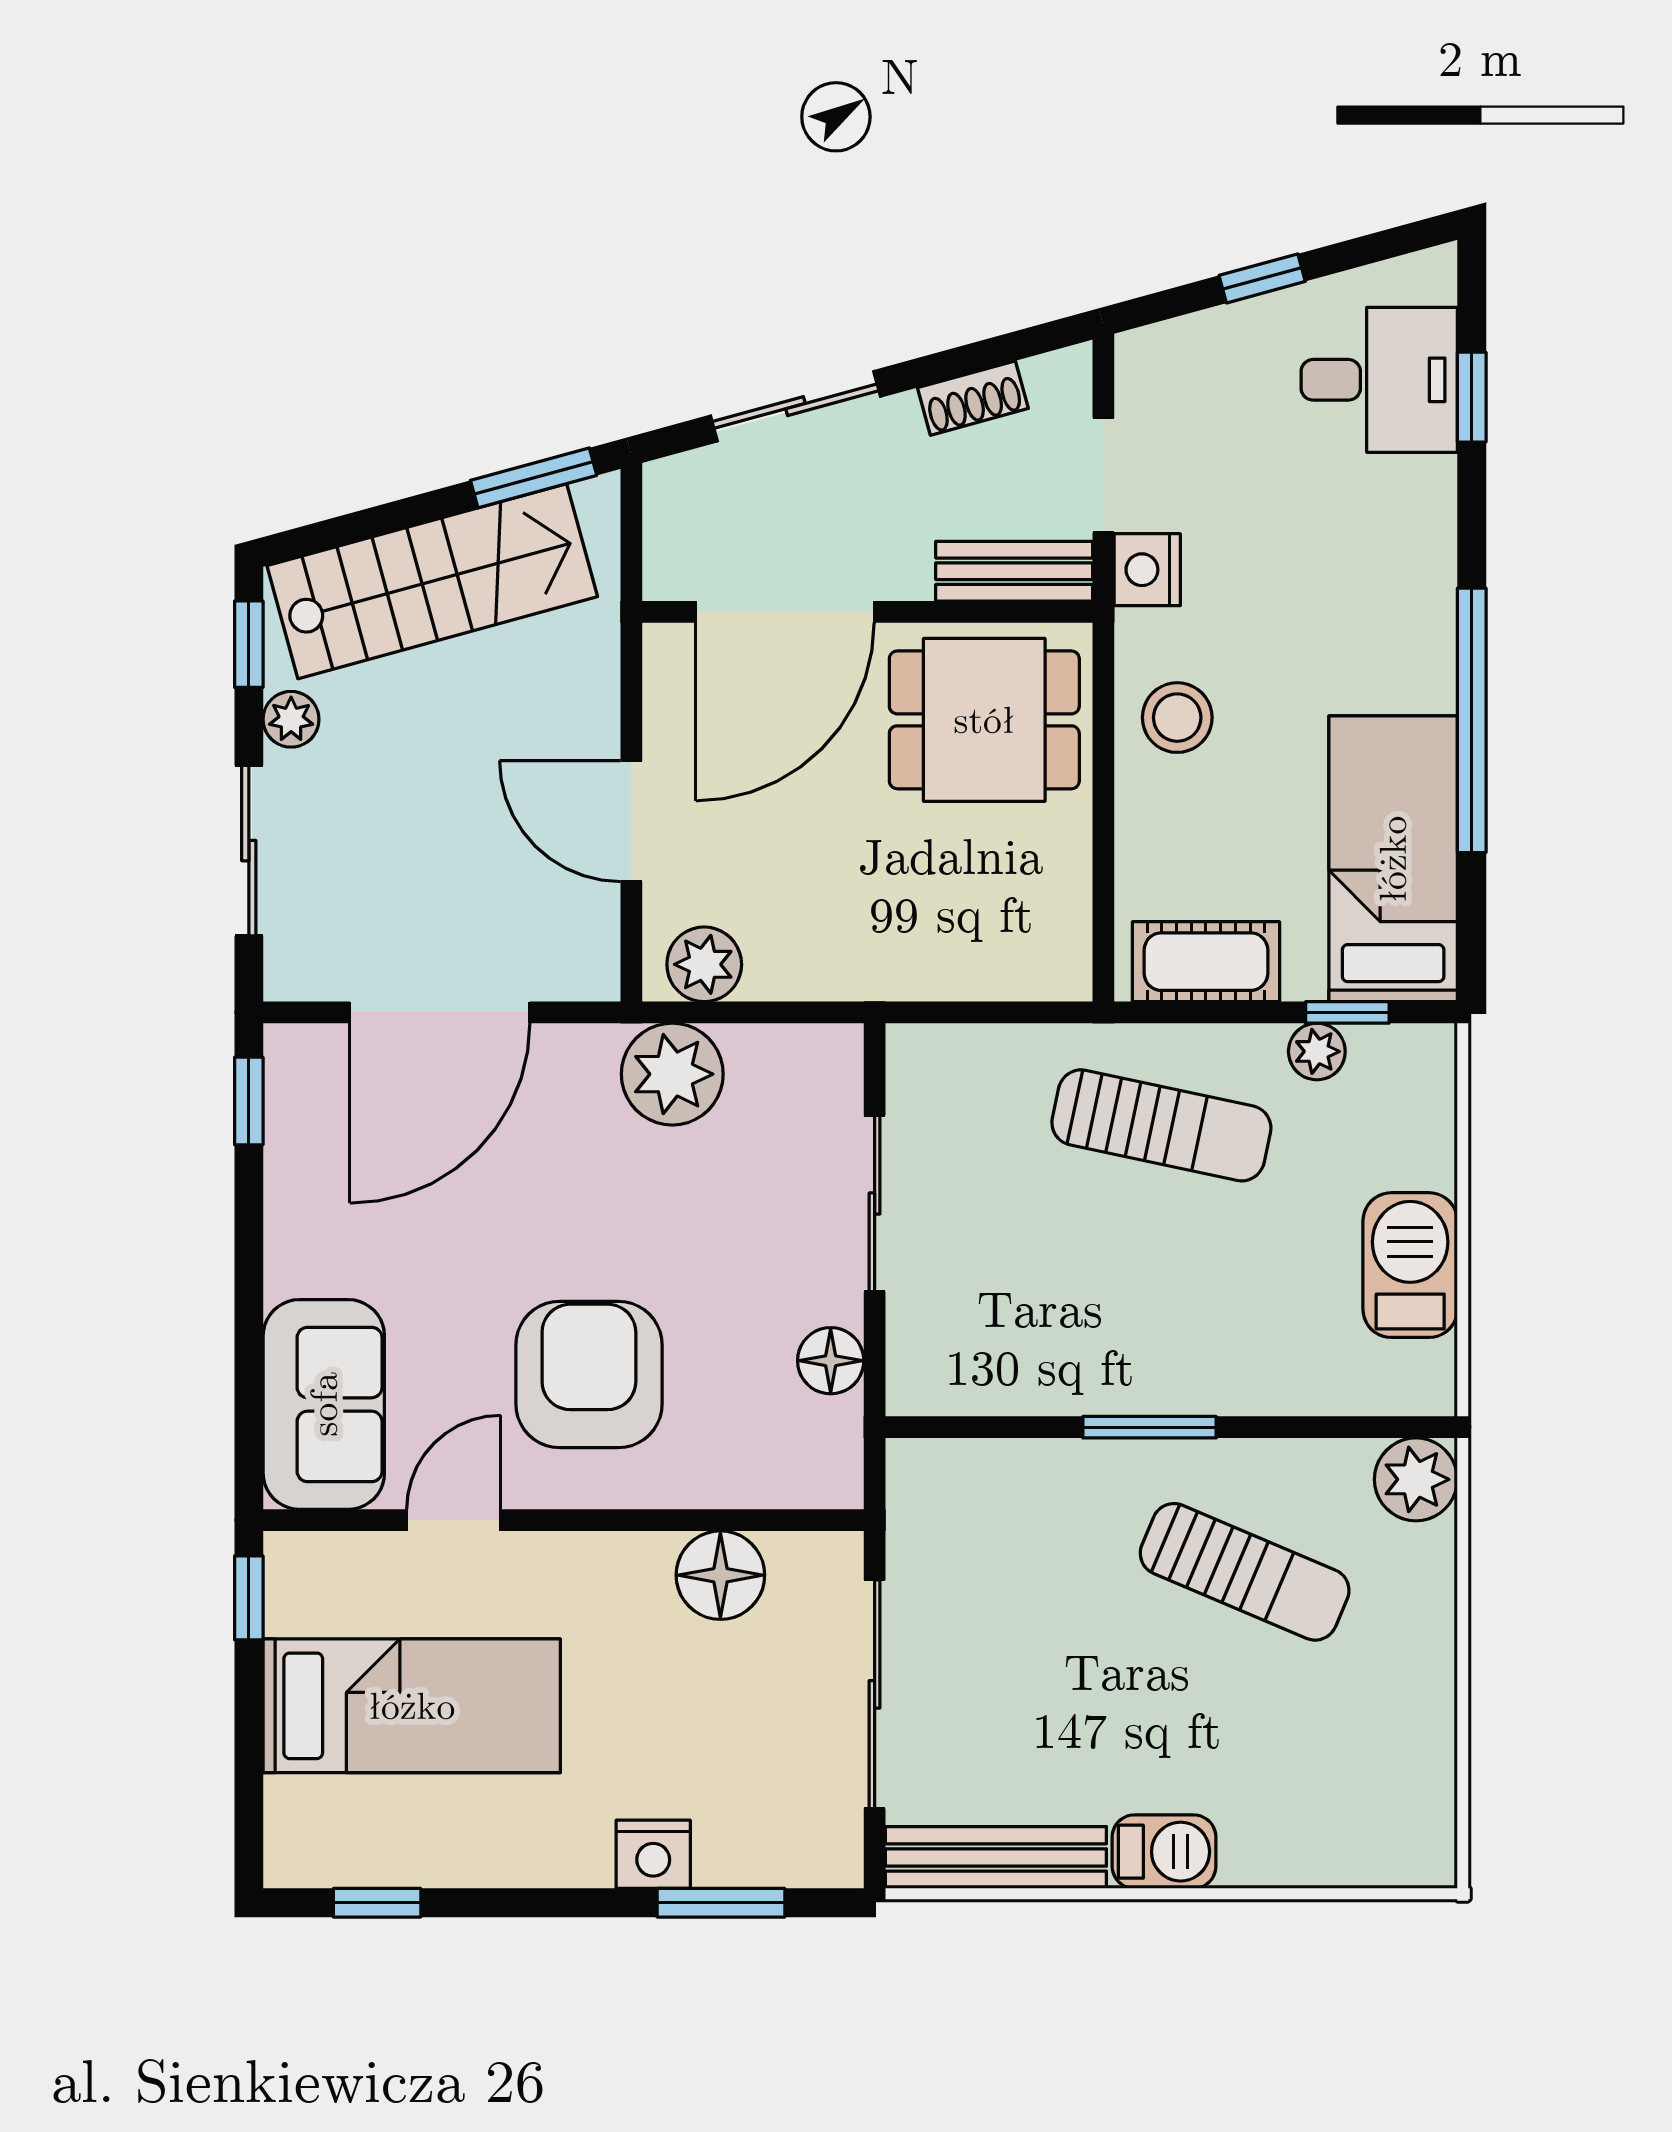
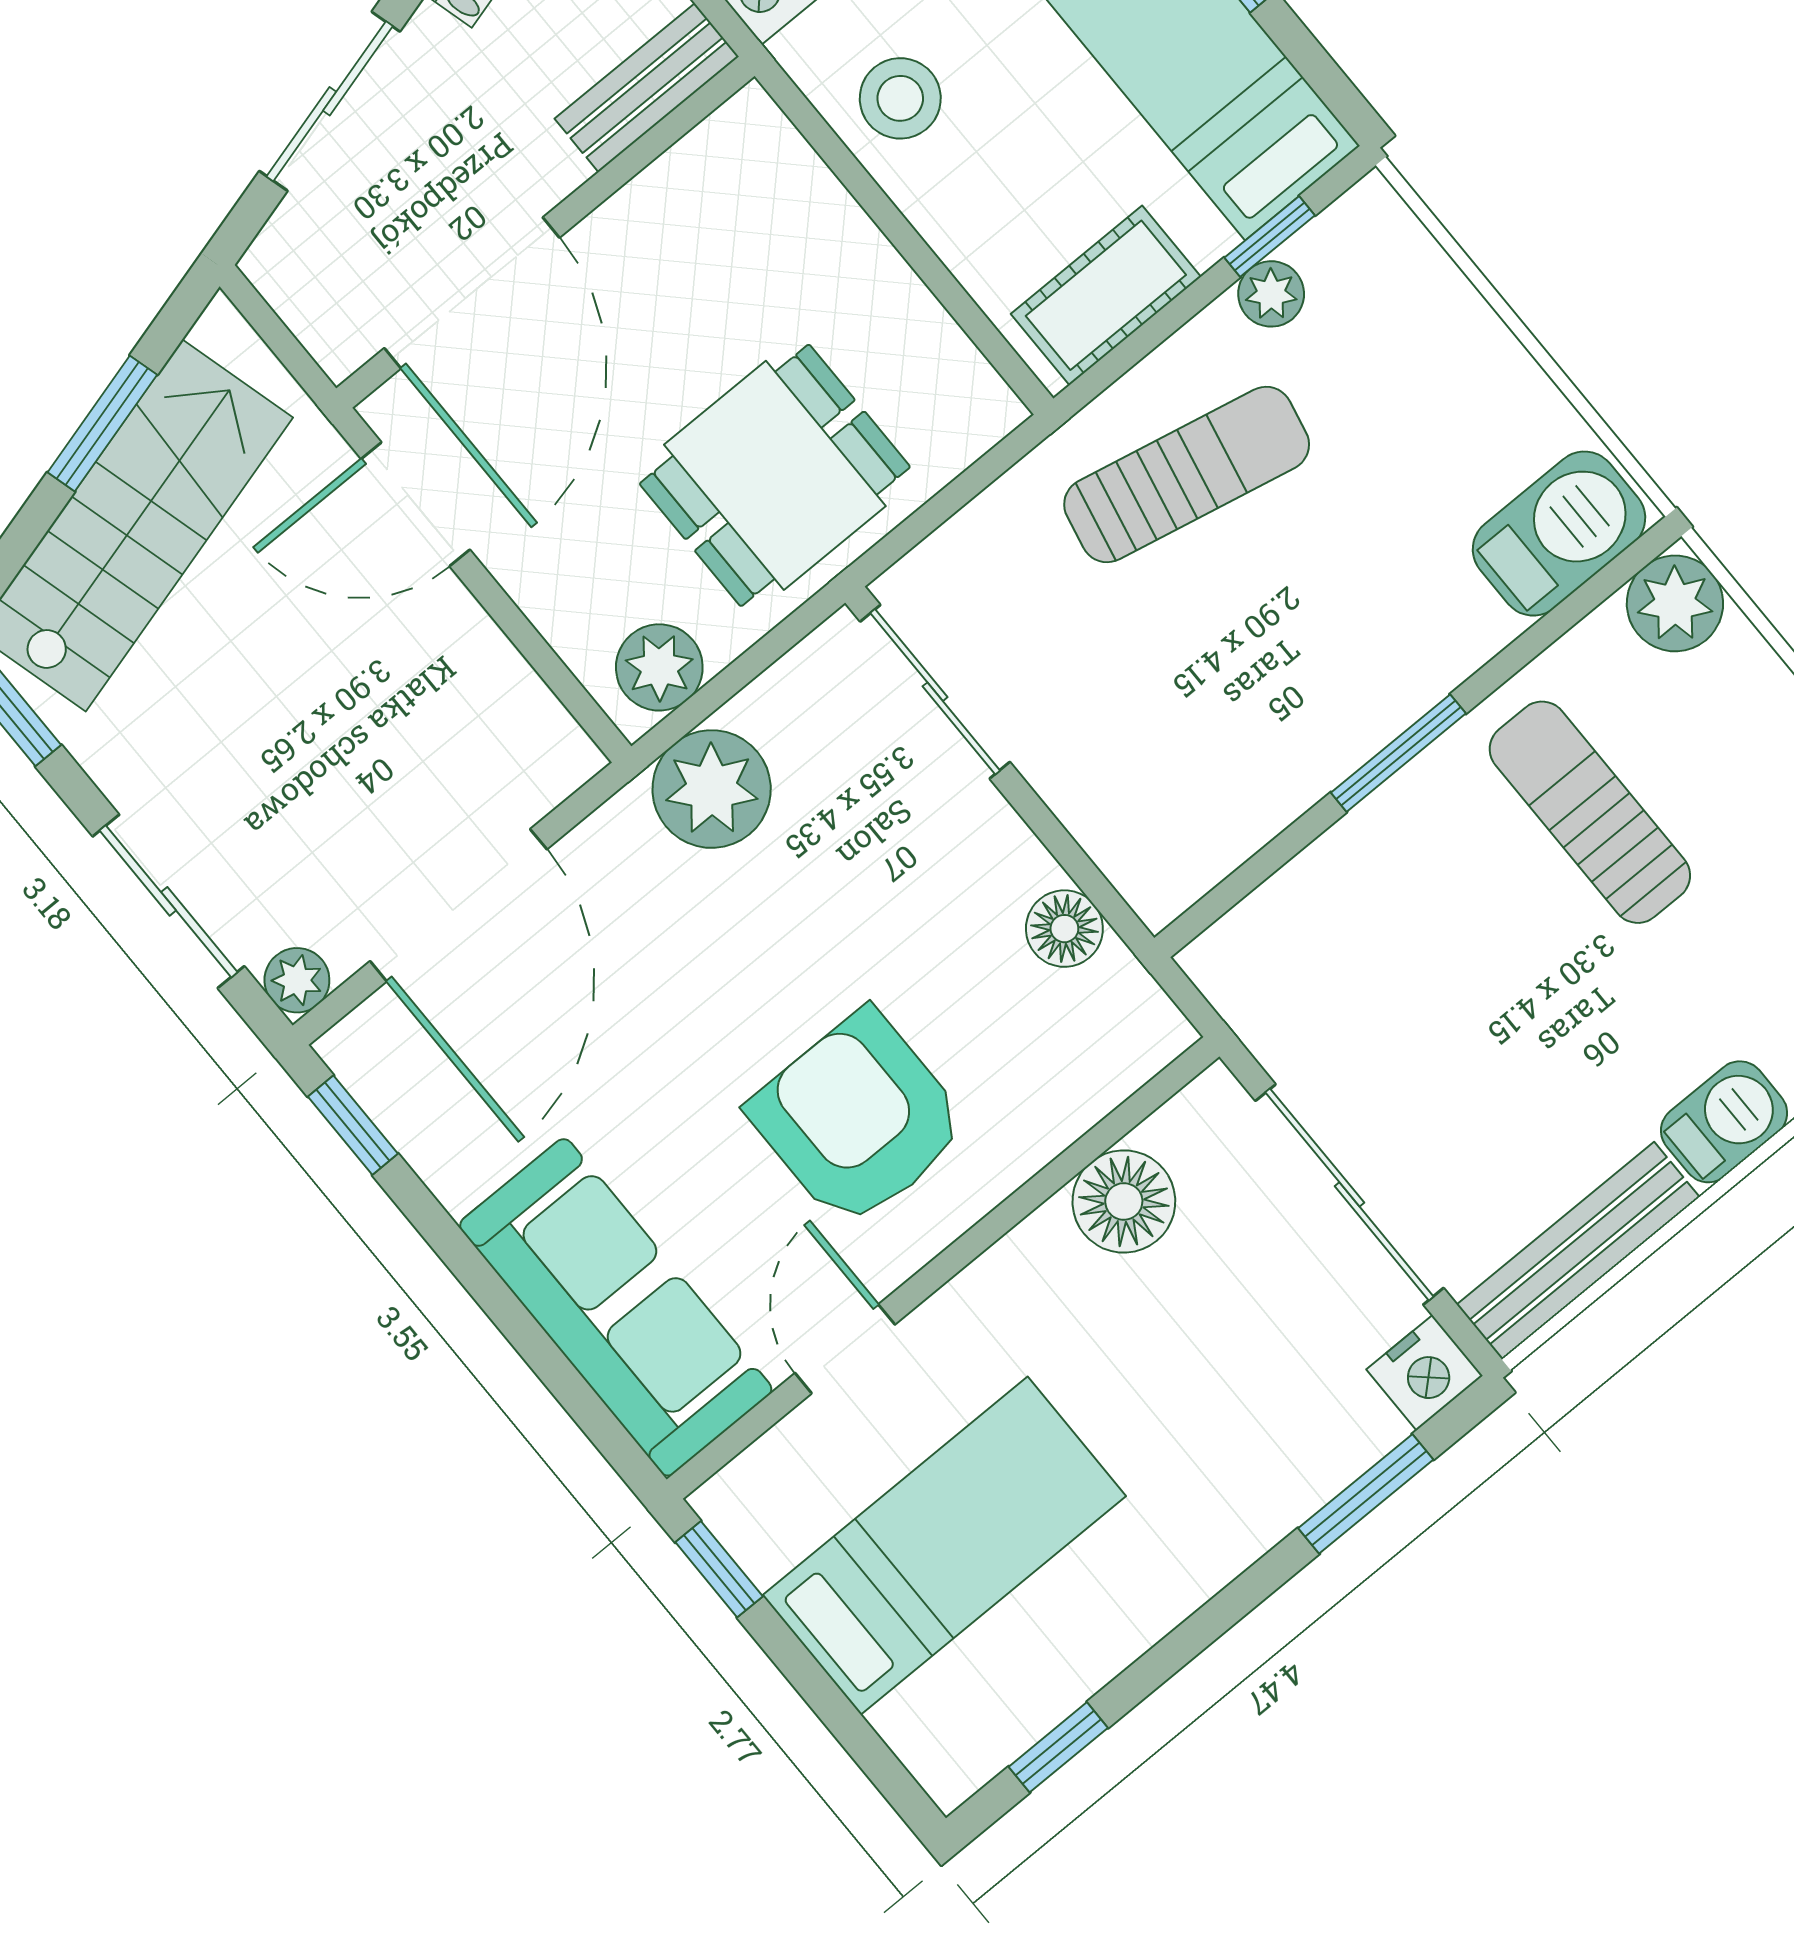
window: (534, 478) -> (102, 424), moved
plant: (291, 719) -> (297, 980), moved
dining table: (984, 720) -> (775, 475), moved
door: (631, 821) -> (416, 504), moved
sliding door: (875, 1203) -> (935, 692), moved
barbecue: (1410, 1265) -> (1559, 534), moved, turned 90
sofa: (324, 1404) -> (616, 1307), width x1.36
sun lounger: (1245, 1572) -> (1590, 812), turned -113
nightstand: (653, 1854) -> (1425, 1373), moved

